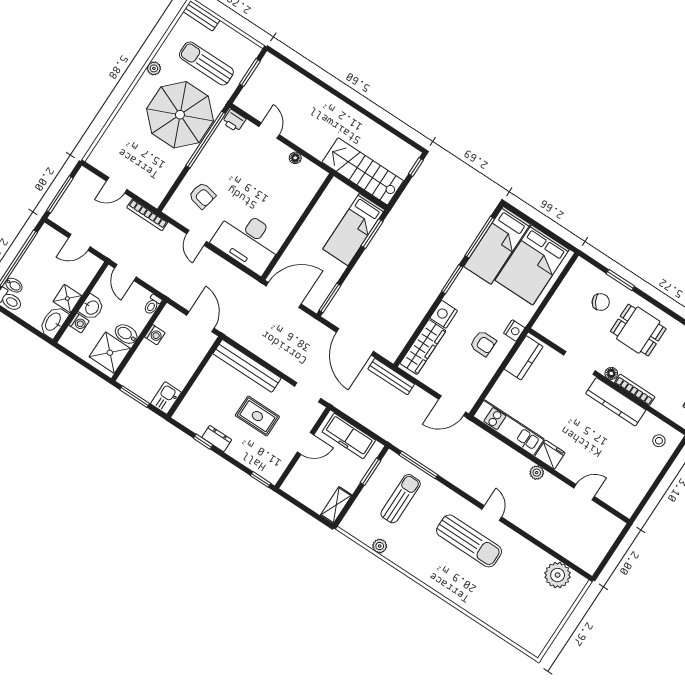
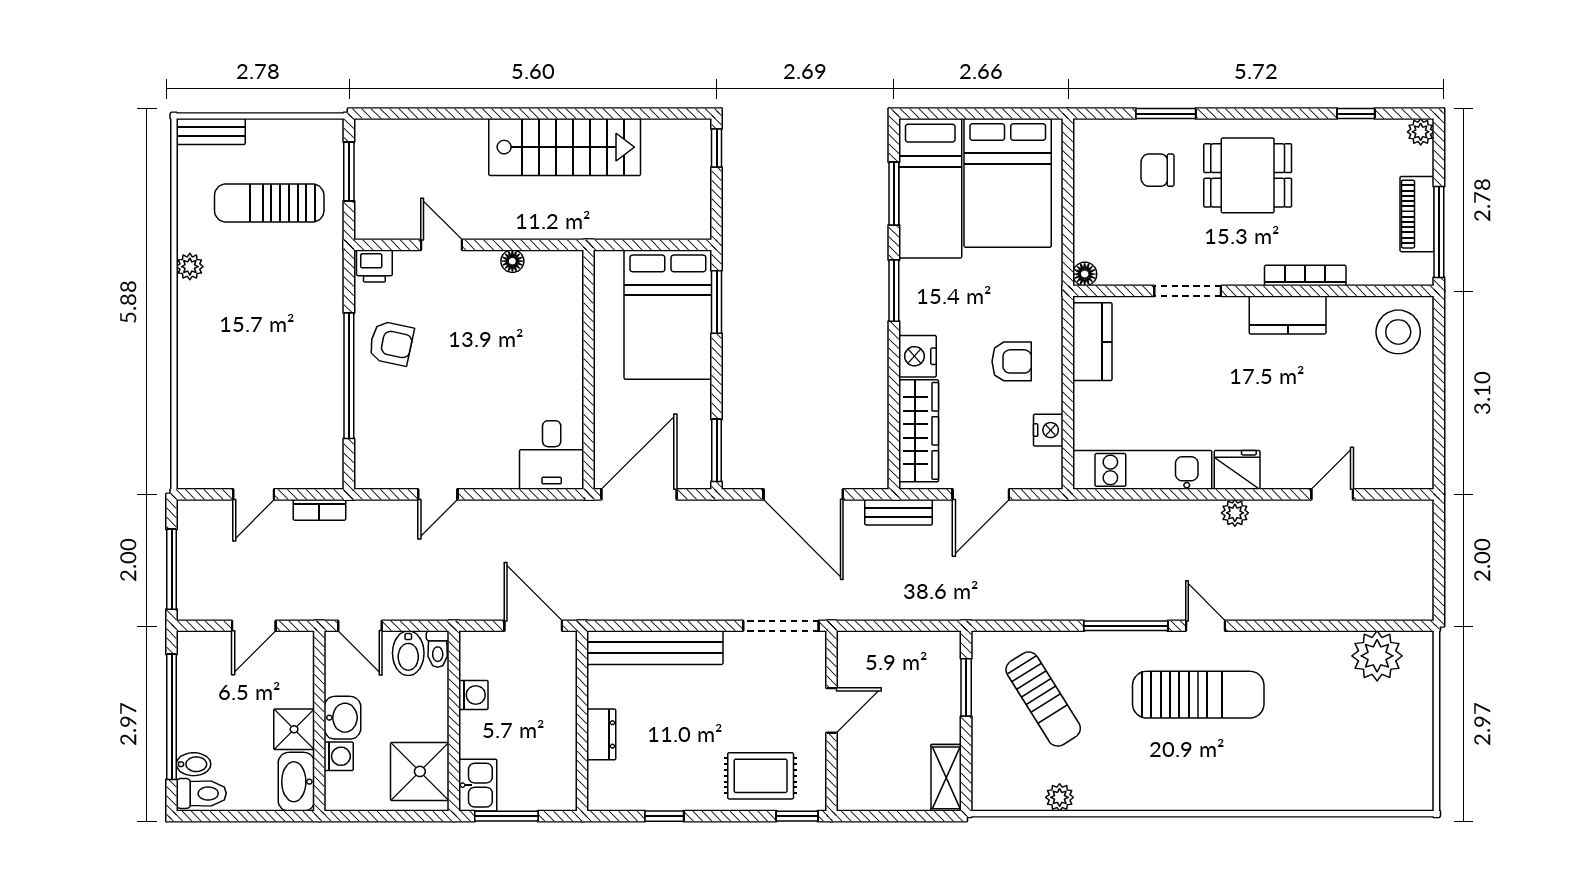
parasol: (180, 115) -> (281, 314), removed
window: (206, 140) -> (349, 376), moved
stairs: (363, 171) -> (565, 147), moved, turned 180
armchair: (202, 196) -> (391, 343), moved
bookcase: (147, 215) -> (319, 510), width x0.64
bed: (354, 229) -> (668, 315), width x1.50
window: (480, 237) -> (894, 194), width x0.69
door: (196, 238) -> (438, 494), hinge flipped
desk: (248, 241) -> (552, 455), width x0.53, depth x0.77
chair: (601, 302) -> (1158, 170), turned -152
nightstand: (514, 331) -> (1048, 430), moved
bidet: (126, 334) -> (408, 653), moved, turned -90
floor lamp: (611, 373) -> (1085, 274), moved
bench: (391, 377) -> (899, 512), width x0.73
doorway: (308, 392) -> (781, 626), width x1.38
kitchen sink: (166, 398) -> (478, 785), moved, turned 180
kitchen counter: (616, 402) -> (1288, 315), width x0.67
door: (452, 406) -> (981, 494), moved
rug: (257, 416) -> (761, 776), moved
freezer: (349, 436) -> (893, 653), removed
dresser: (217, 439) -> (601, 734), moved, turned 90
stool: (659, 441) -> (1398, 332), width x1.89, depth x1.89
window: (418, 465) -> (1126, 626), moved
sun lounger: (401, 499) -> (1043, 699), turned 148

